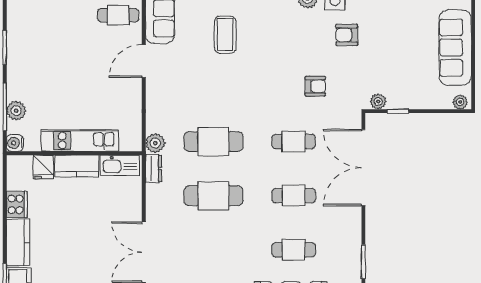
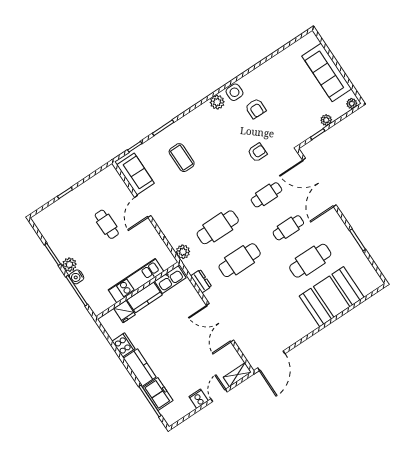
cafe table: (118, 15) -> (107, 224), moved, turned 90
armchair: (347, 35) -> (256, 109), turned -90
plant: (378, 102) -> (326, 120), moved
plant: (16, 111) -> (69, 265), moved
water cooler: (15, 143) -> (77, 277), moved
dresser: (154, 168) -> (201, 281), moved
cafe table: (294, 250) -> (310, 261), width x1.37, depth x1.35

